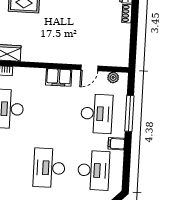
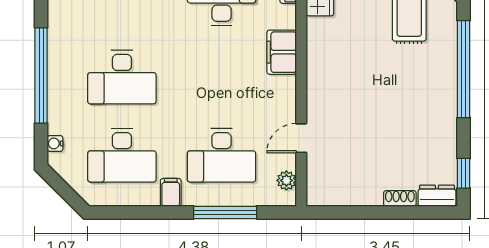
door: (89, 68) -> (301, 138), hinge flipped
filing cabinet: (59, 77) -> (282, 52), moved
desk: (49, 168) -> (122, 77), turned 180

